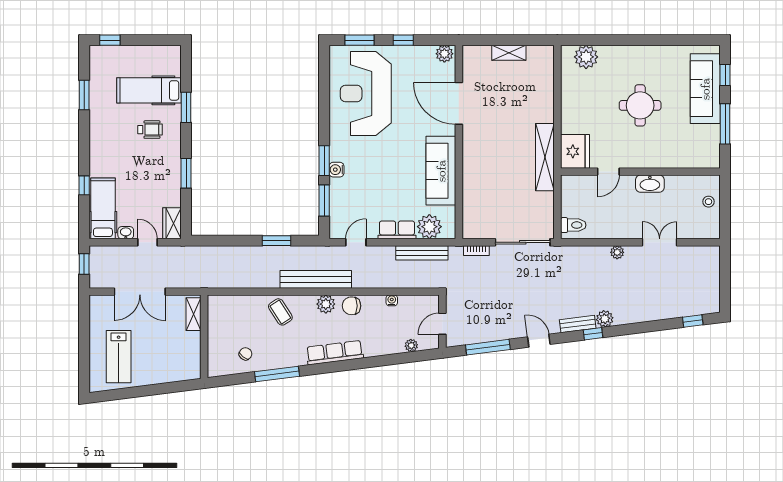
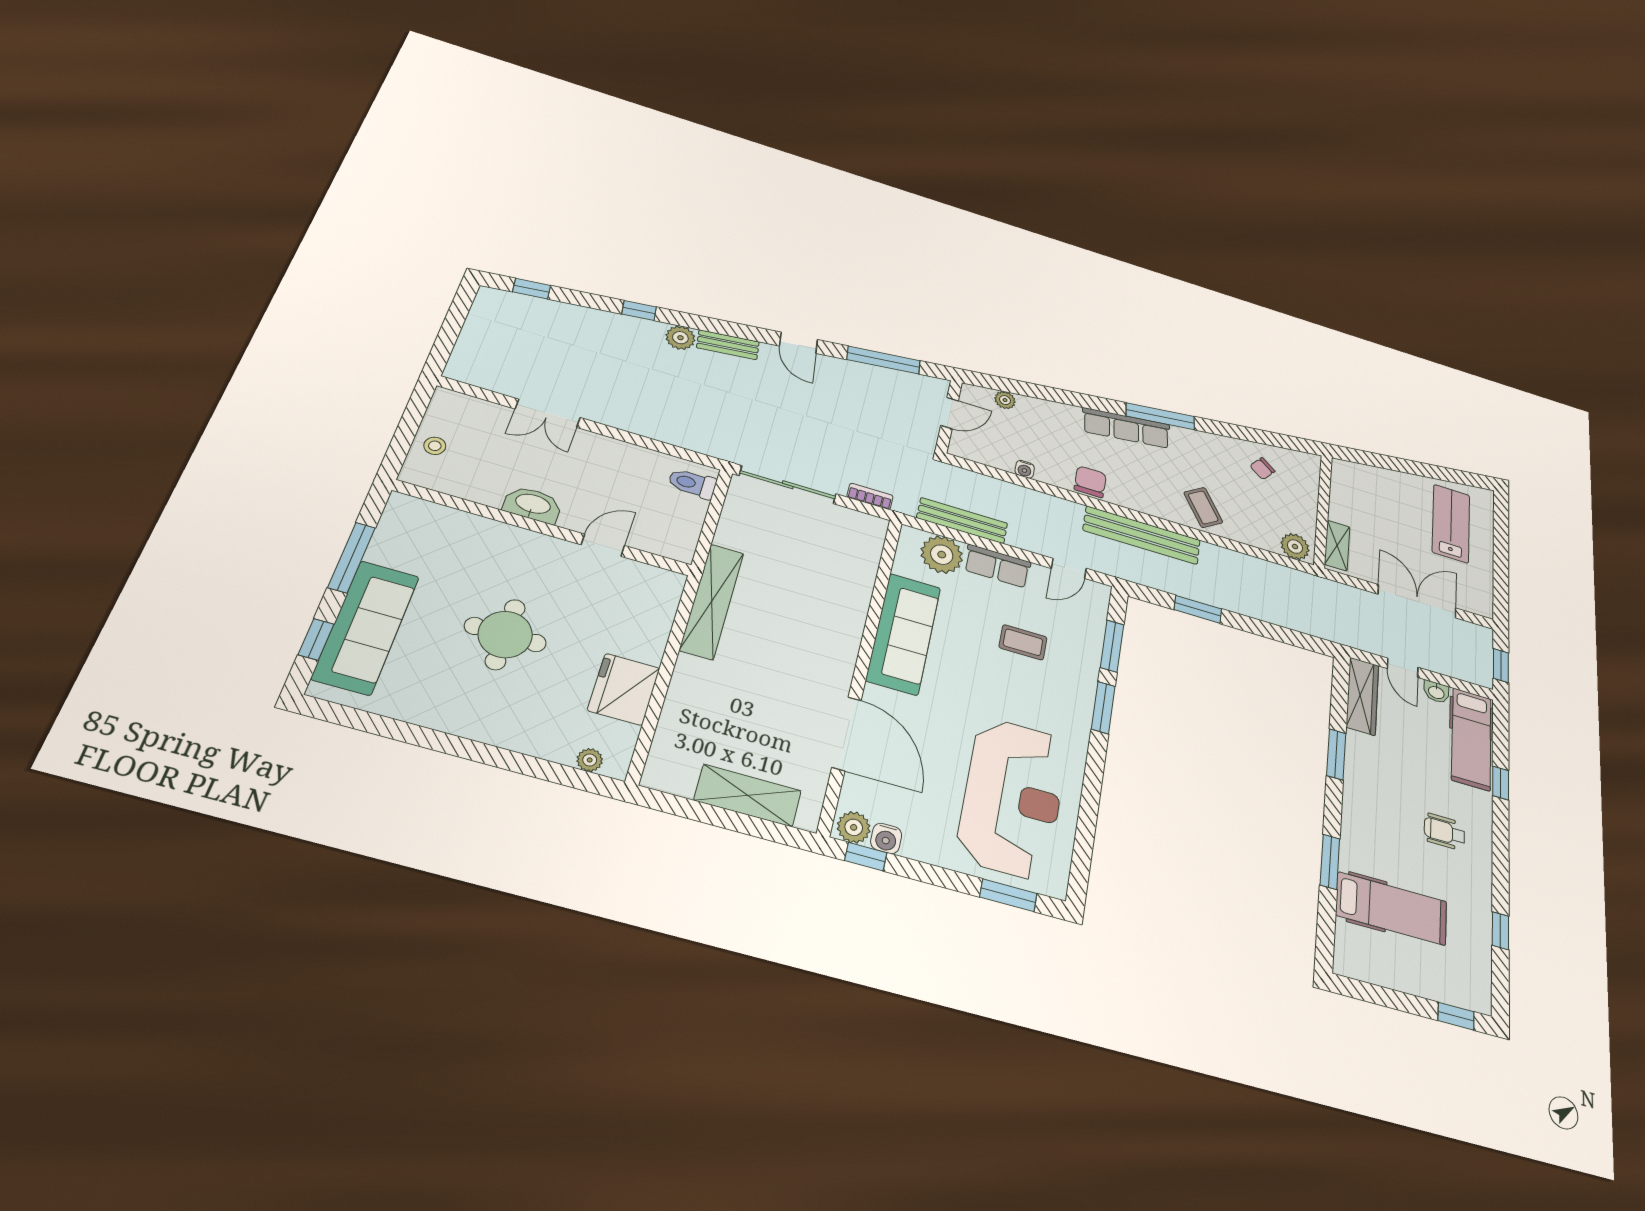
window: (403, 40) -> (866, 857), moved
shelving: (509, 53) -> (748, 795), width x1.50, depth x1.33
plant: (586, 57) -> (590, 760), width x0.53, depth x0.53
window: (84, 95) -> (1500, 931), width x0.67
wheelchair: (150, 130) -> (1444, 832), moved
fridge: (575, 151) -> (624, 689), moved
water cooler: (336, 170) -> (886, 838), moved, turned 90
coffee table: (375, 186) -> (1023, 642), added
wardrobe: (172, 223) -> (1362, 696), width x1.50
plant: (617, 252) -> (628, 421), removed
plant: (326, 304) -> (1295, 547), moved
chair: (351, 306) -> (1090, 482), turned -90
window: (593, 334) -> (639, 310), moved
window: (277, 374) -> (1160, 416), moved

